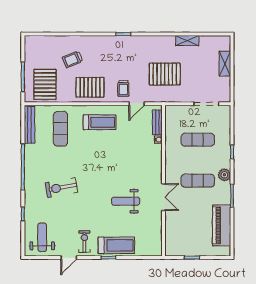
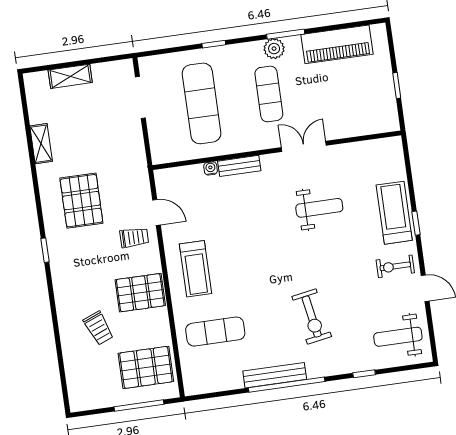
pallet: (165, 74) -> (81, 201), moved
pallet: (90, 87) -> (140, 293), turned 90
treadmill: (100, 122) -> (196, 269), turned 180
bench: (157, 122) -> (239, 166), moved
bench: (30, 125) -> (275, 375), moved
exercise mat: (198, 140) -> (202, 103), width x1.36, depth x1.45
plant: (224, 175) -> (274, 49), moved
weight bench: (126, 201) -> (319, 208), turned -90

